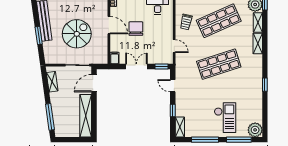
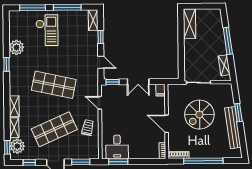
chair: (136, 29) -> (139, 120), removed
shop shelf: (219, 64) -> (54, 85), turned 30
door: (94, 83) -> (181, 64), removed
shelving: (86, 116) -> (190, 24), width x0.68
window: (50, 117) -> (228, 41), moved
checkout: (225, 118) -> (47, 30), turned 180
plant: (255, 130) -> (16, 47), moved

